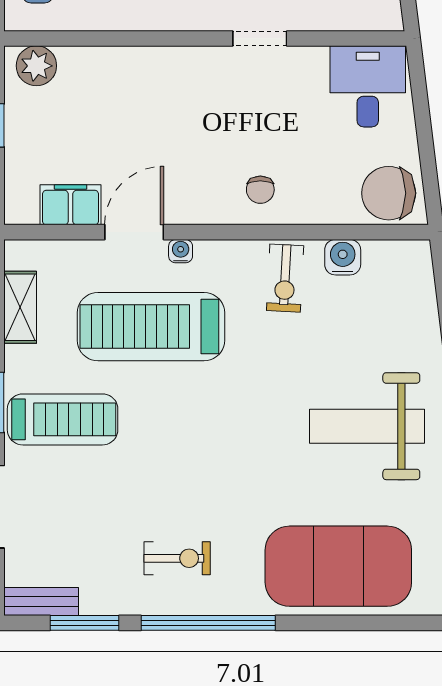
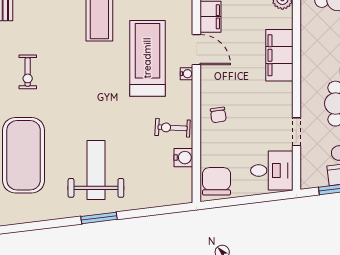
doorway: (260, 38) -> (296, 132), moved
filing cabinet: (145, 72) -> (279, 55), added
chair: (260, 190) -> (218, 115), turned -98

